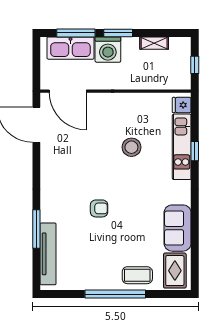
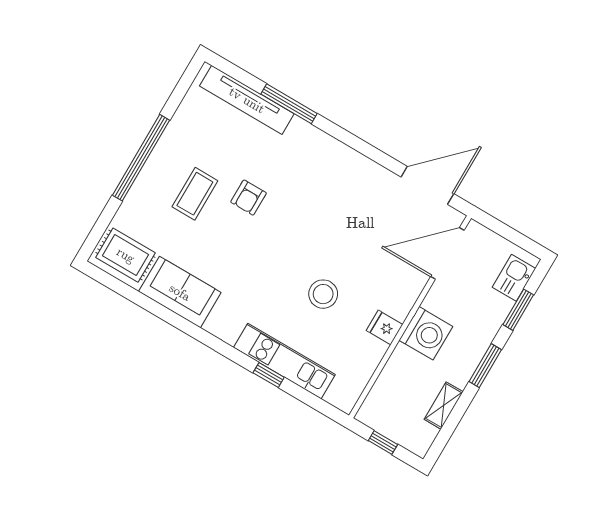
window: (76, 33) -> (518, 310), width x0.69
kitchen sink: (70, 48) -> (514, 278), width x0.53, depth x0.81
washing machine: (108, 50) -> (426, 333), moved, turned 180
fridge: (182, 105) -> (385, 327), moved, turned -90
armchair: (99, 208) -> (249, 198), moved
coffee table: (137, 275) -> (195, 194), moved

